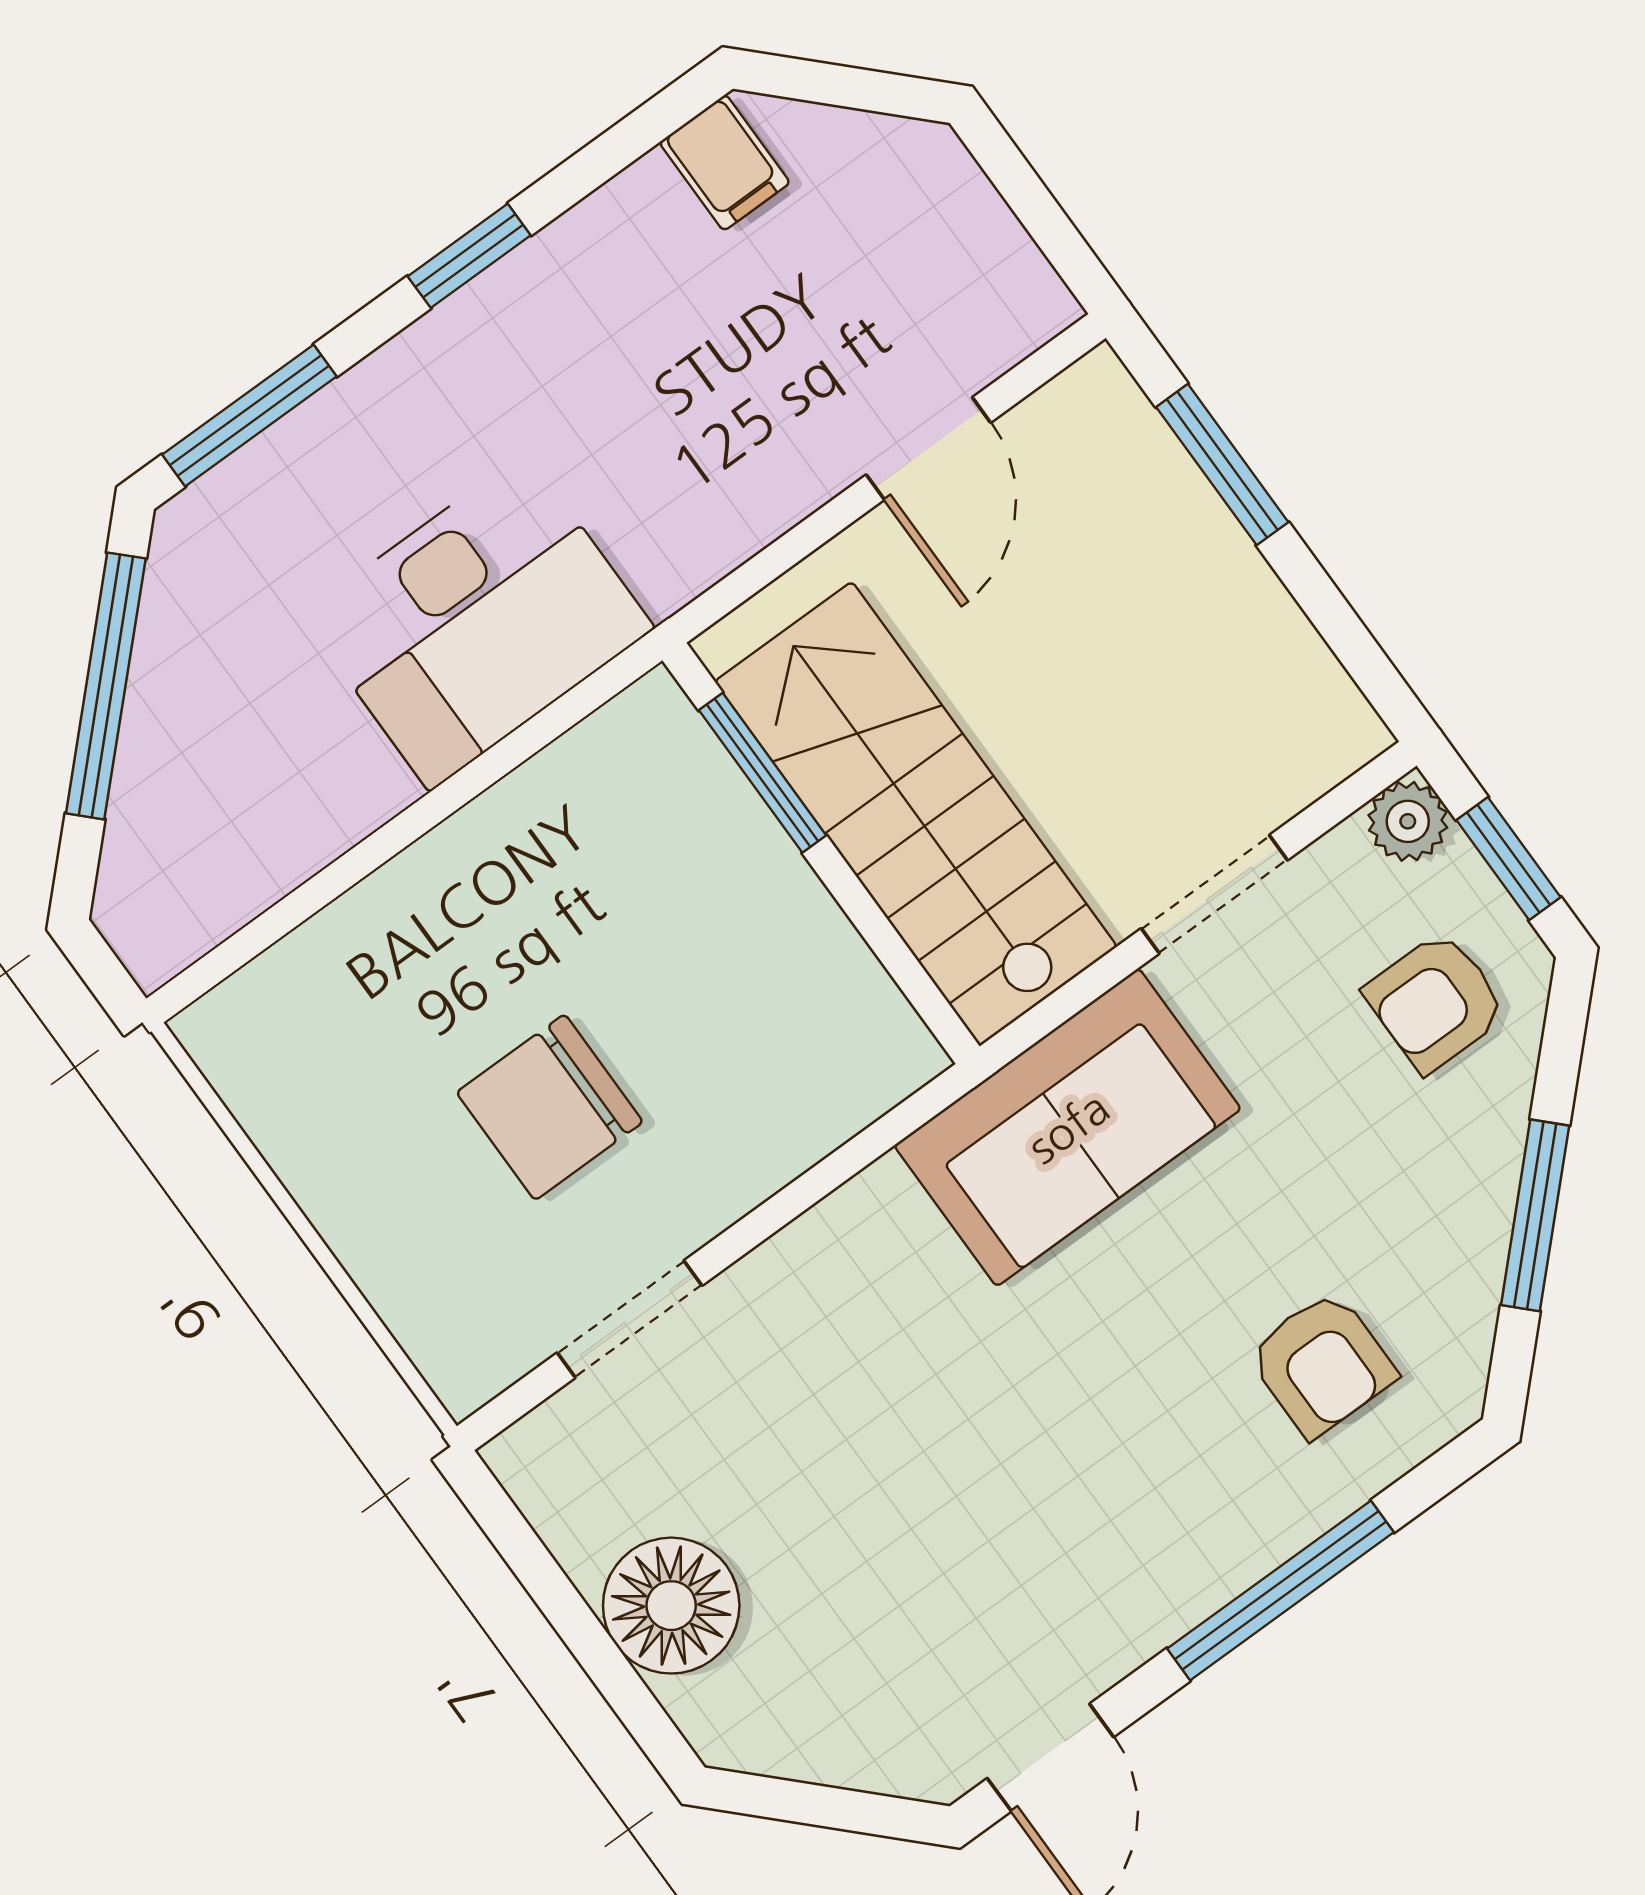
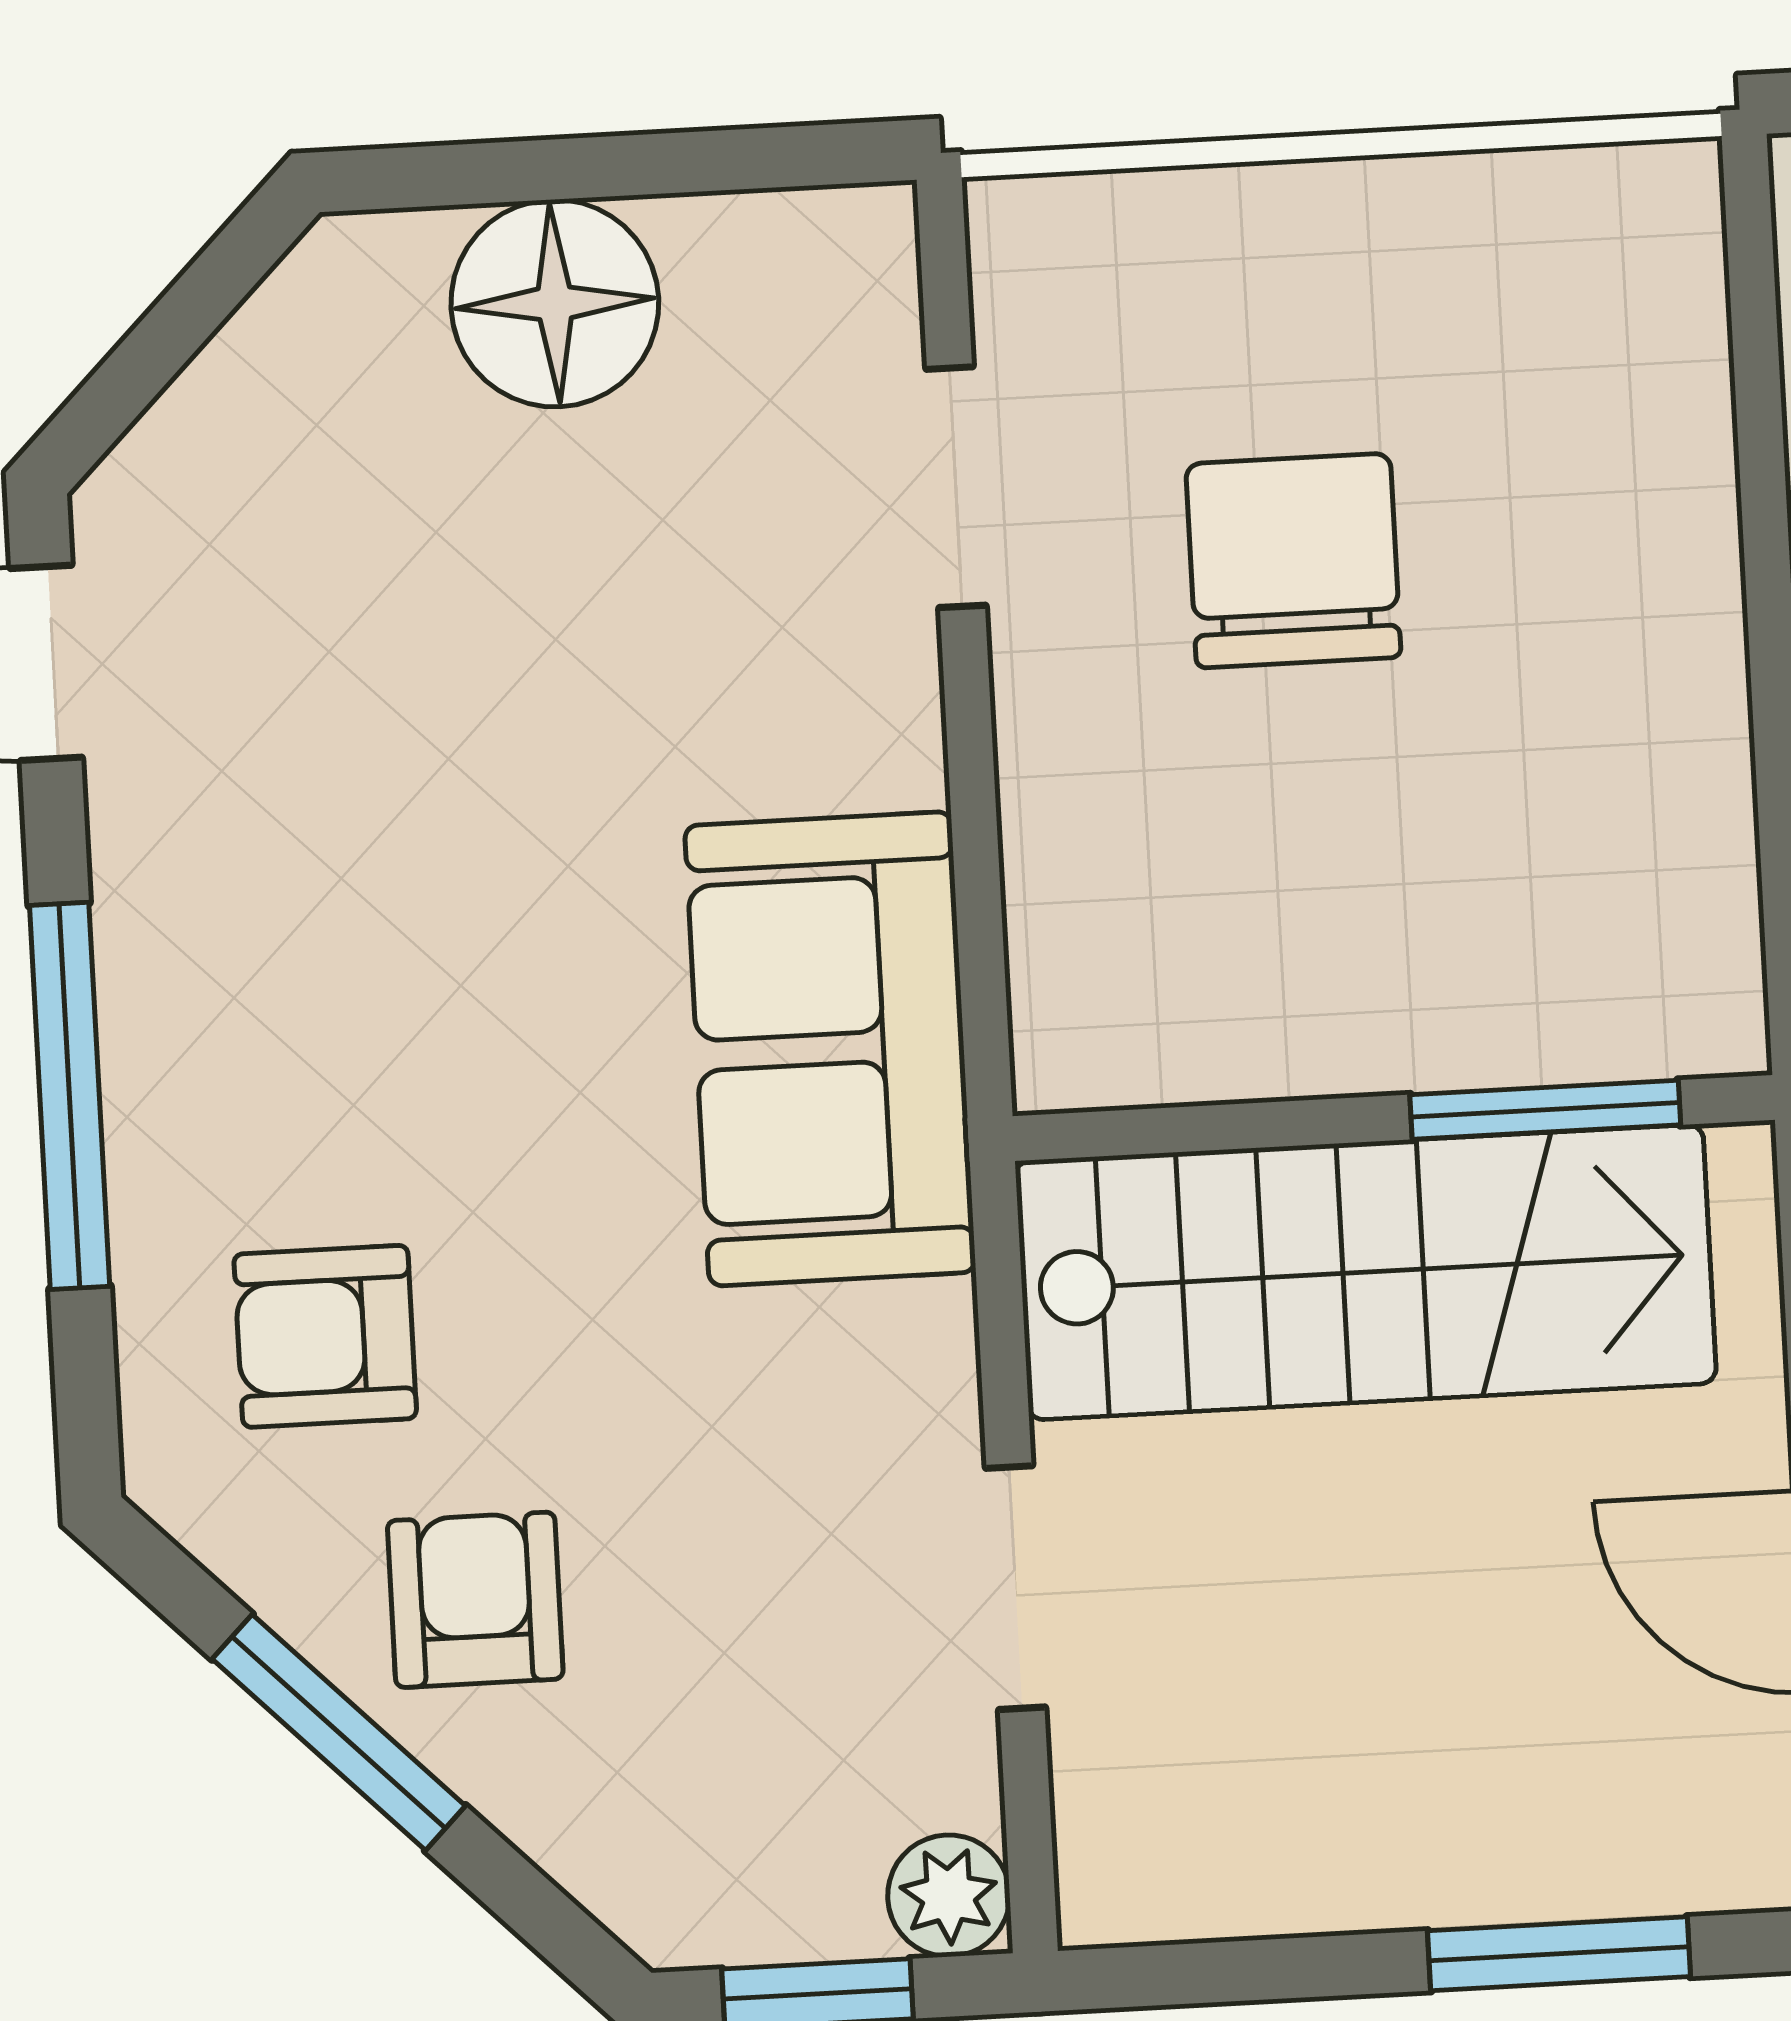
armchair: (1436, 1002) -> (475, 1600), moved
sofa: (1068, 1127) -> (830, 1049), moved

